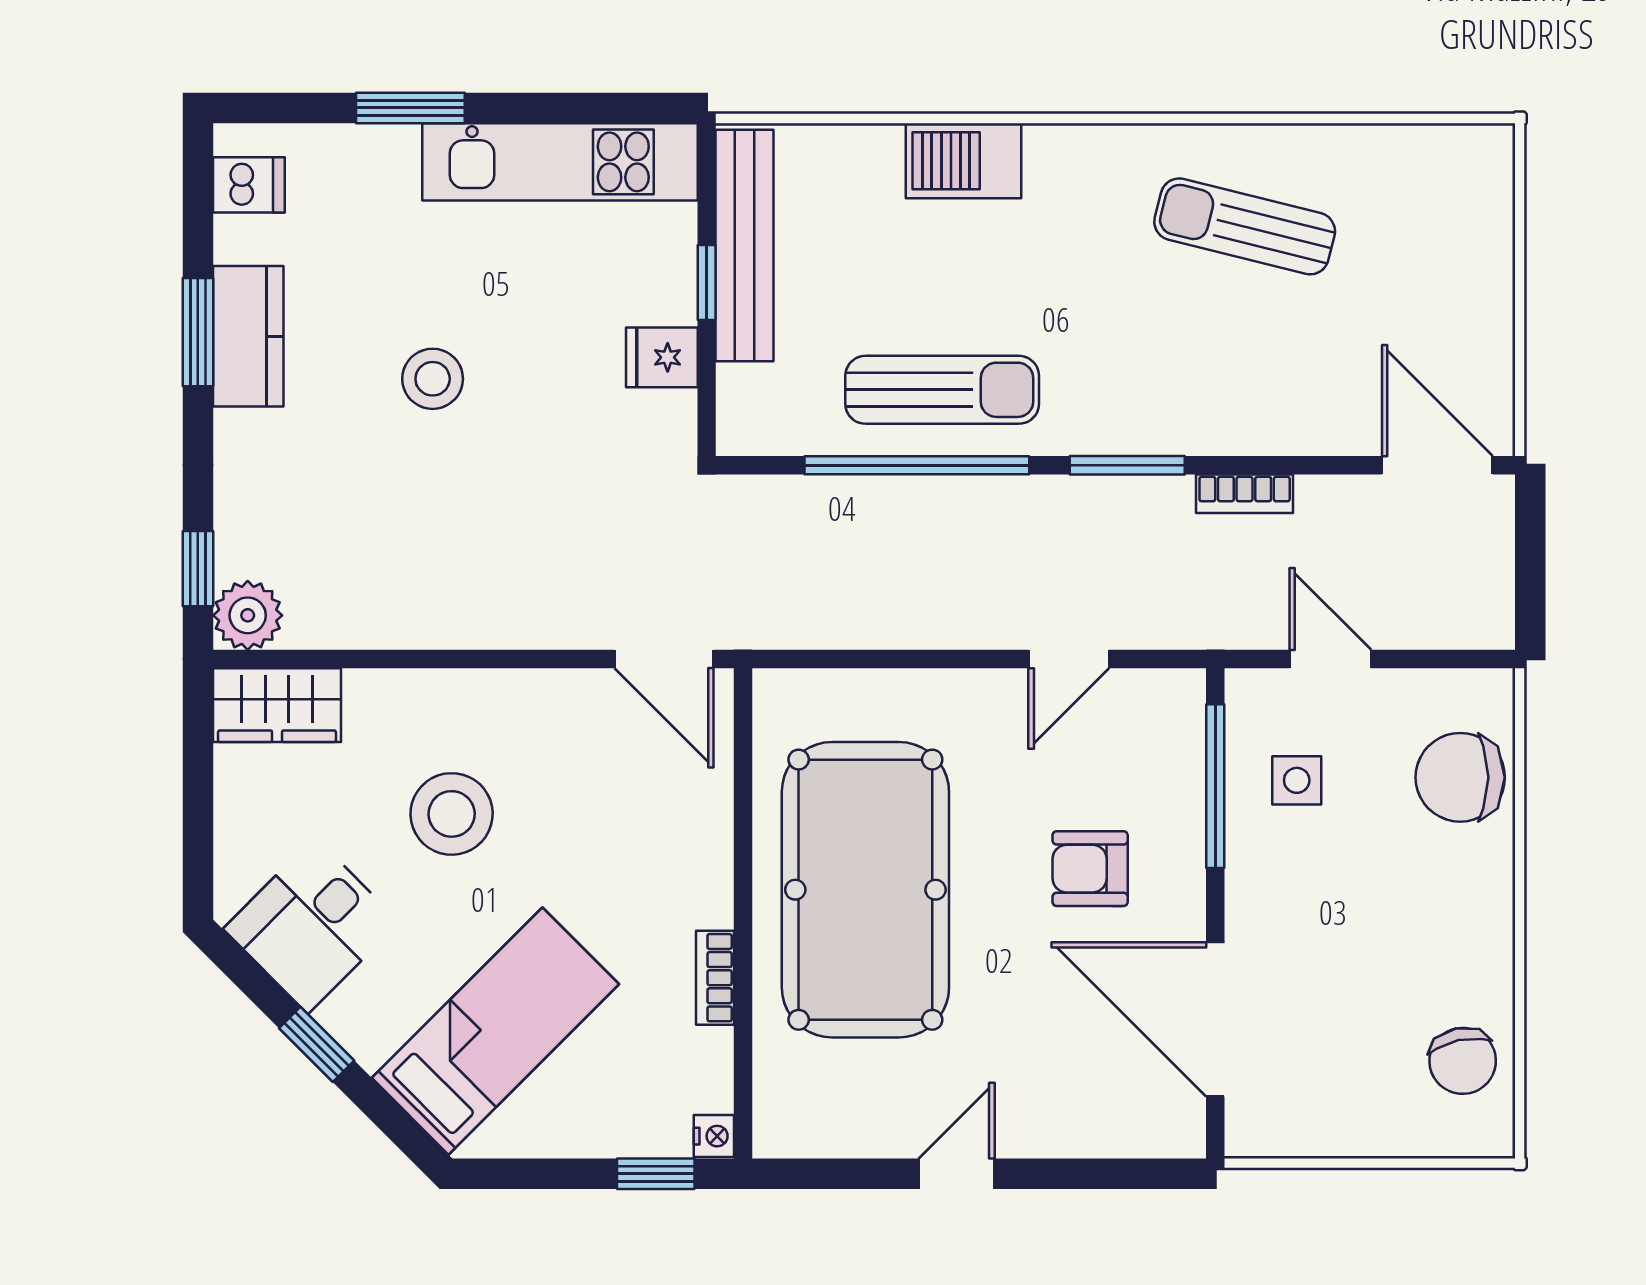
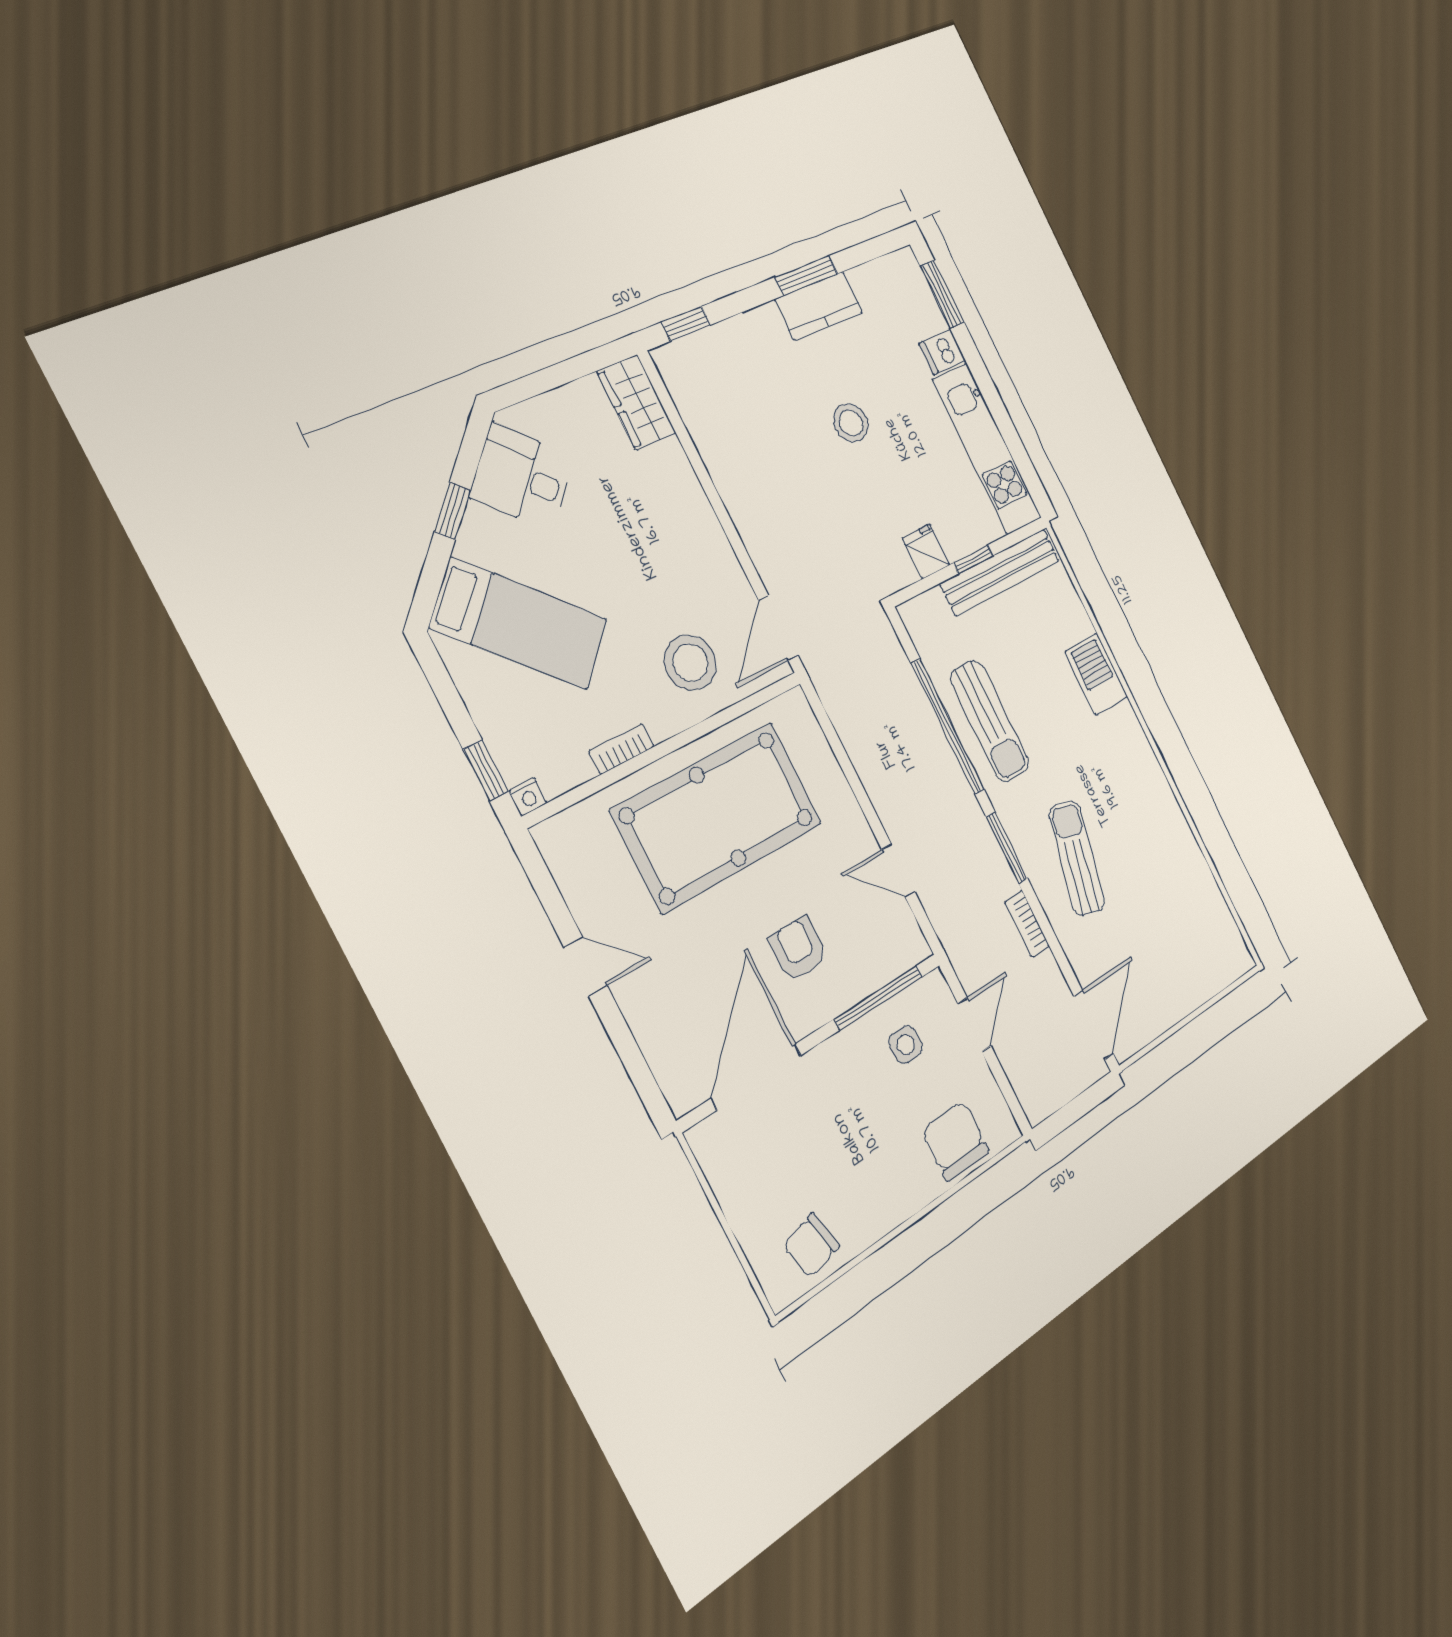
window: (410, 108) -> (942, 294), moved
dishwasher: (249, 185) -> (942, 352), moved, turned 90
sun lounger: (1245, 226) -> (1077, 858), moved
plant: (248, 615) -> (676, 364), removed
stool: (452, 814) -> (690, 663), moved

